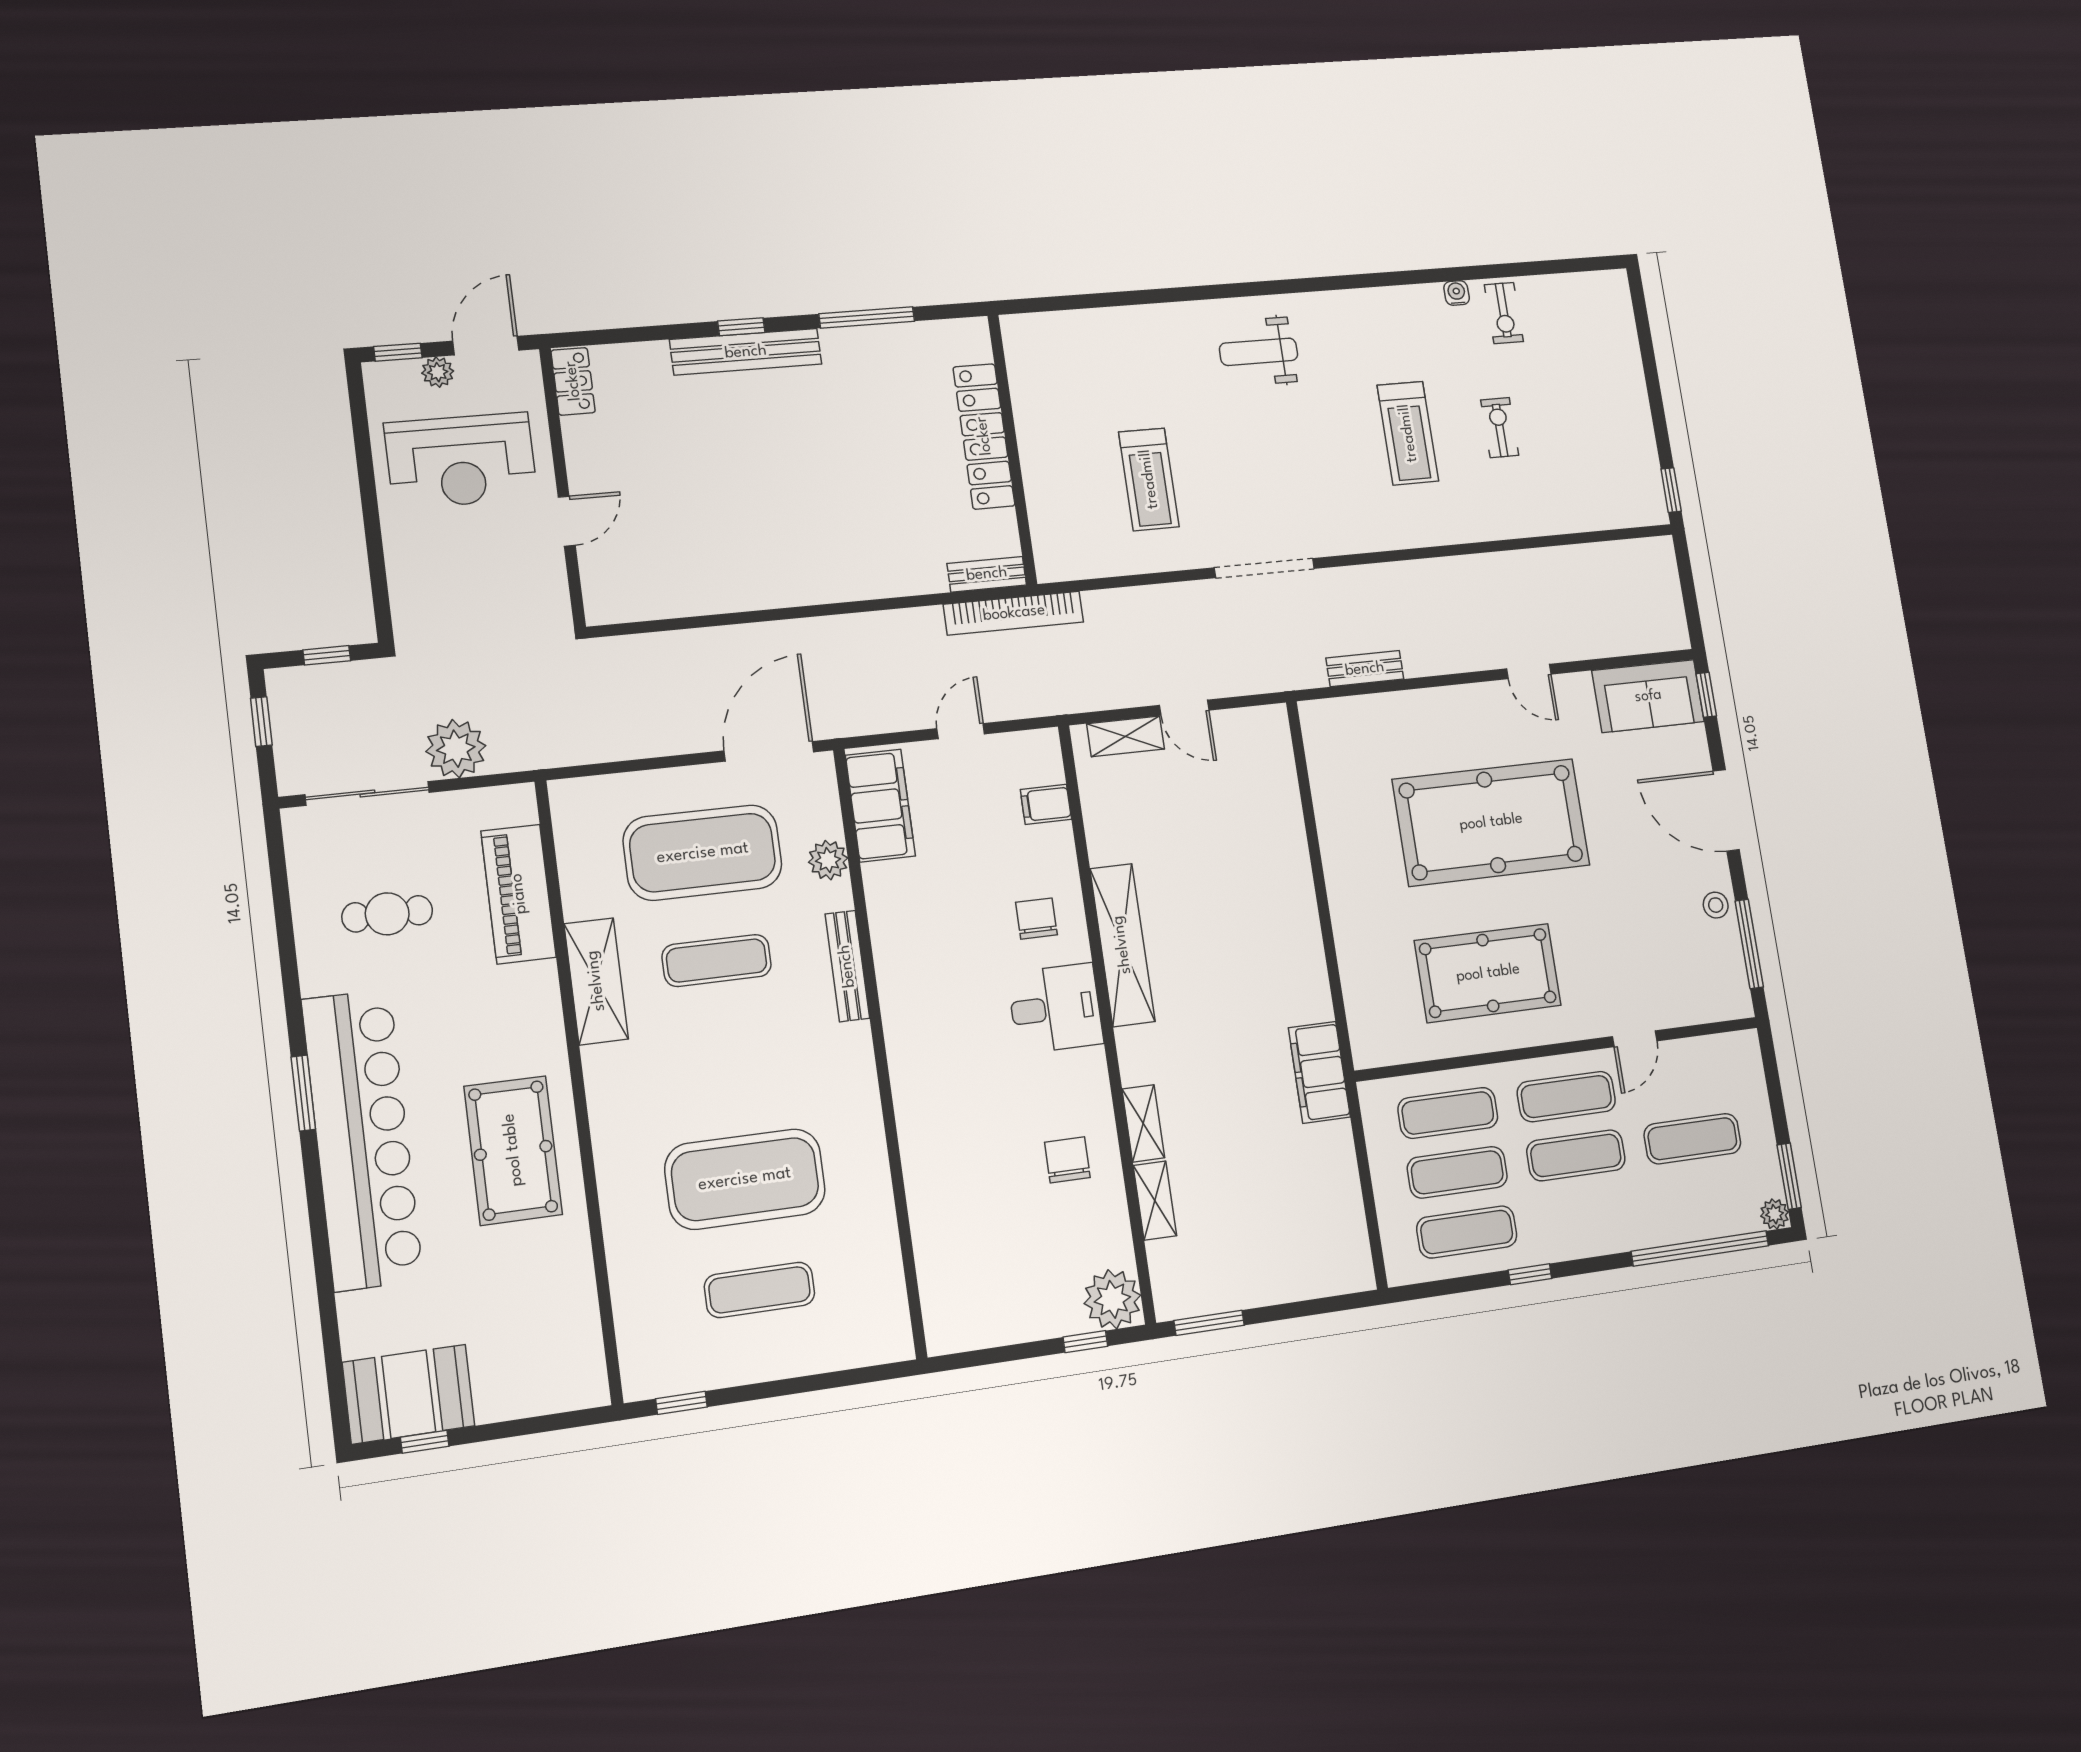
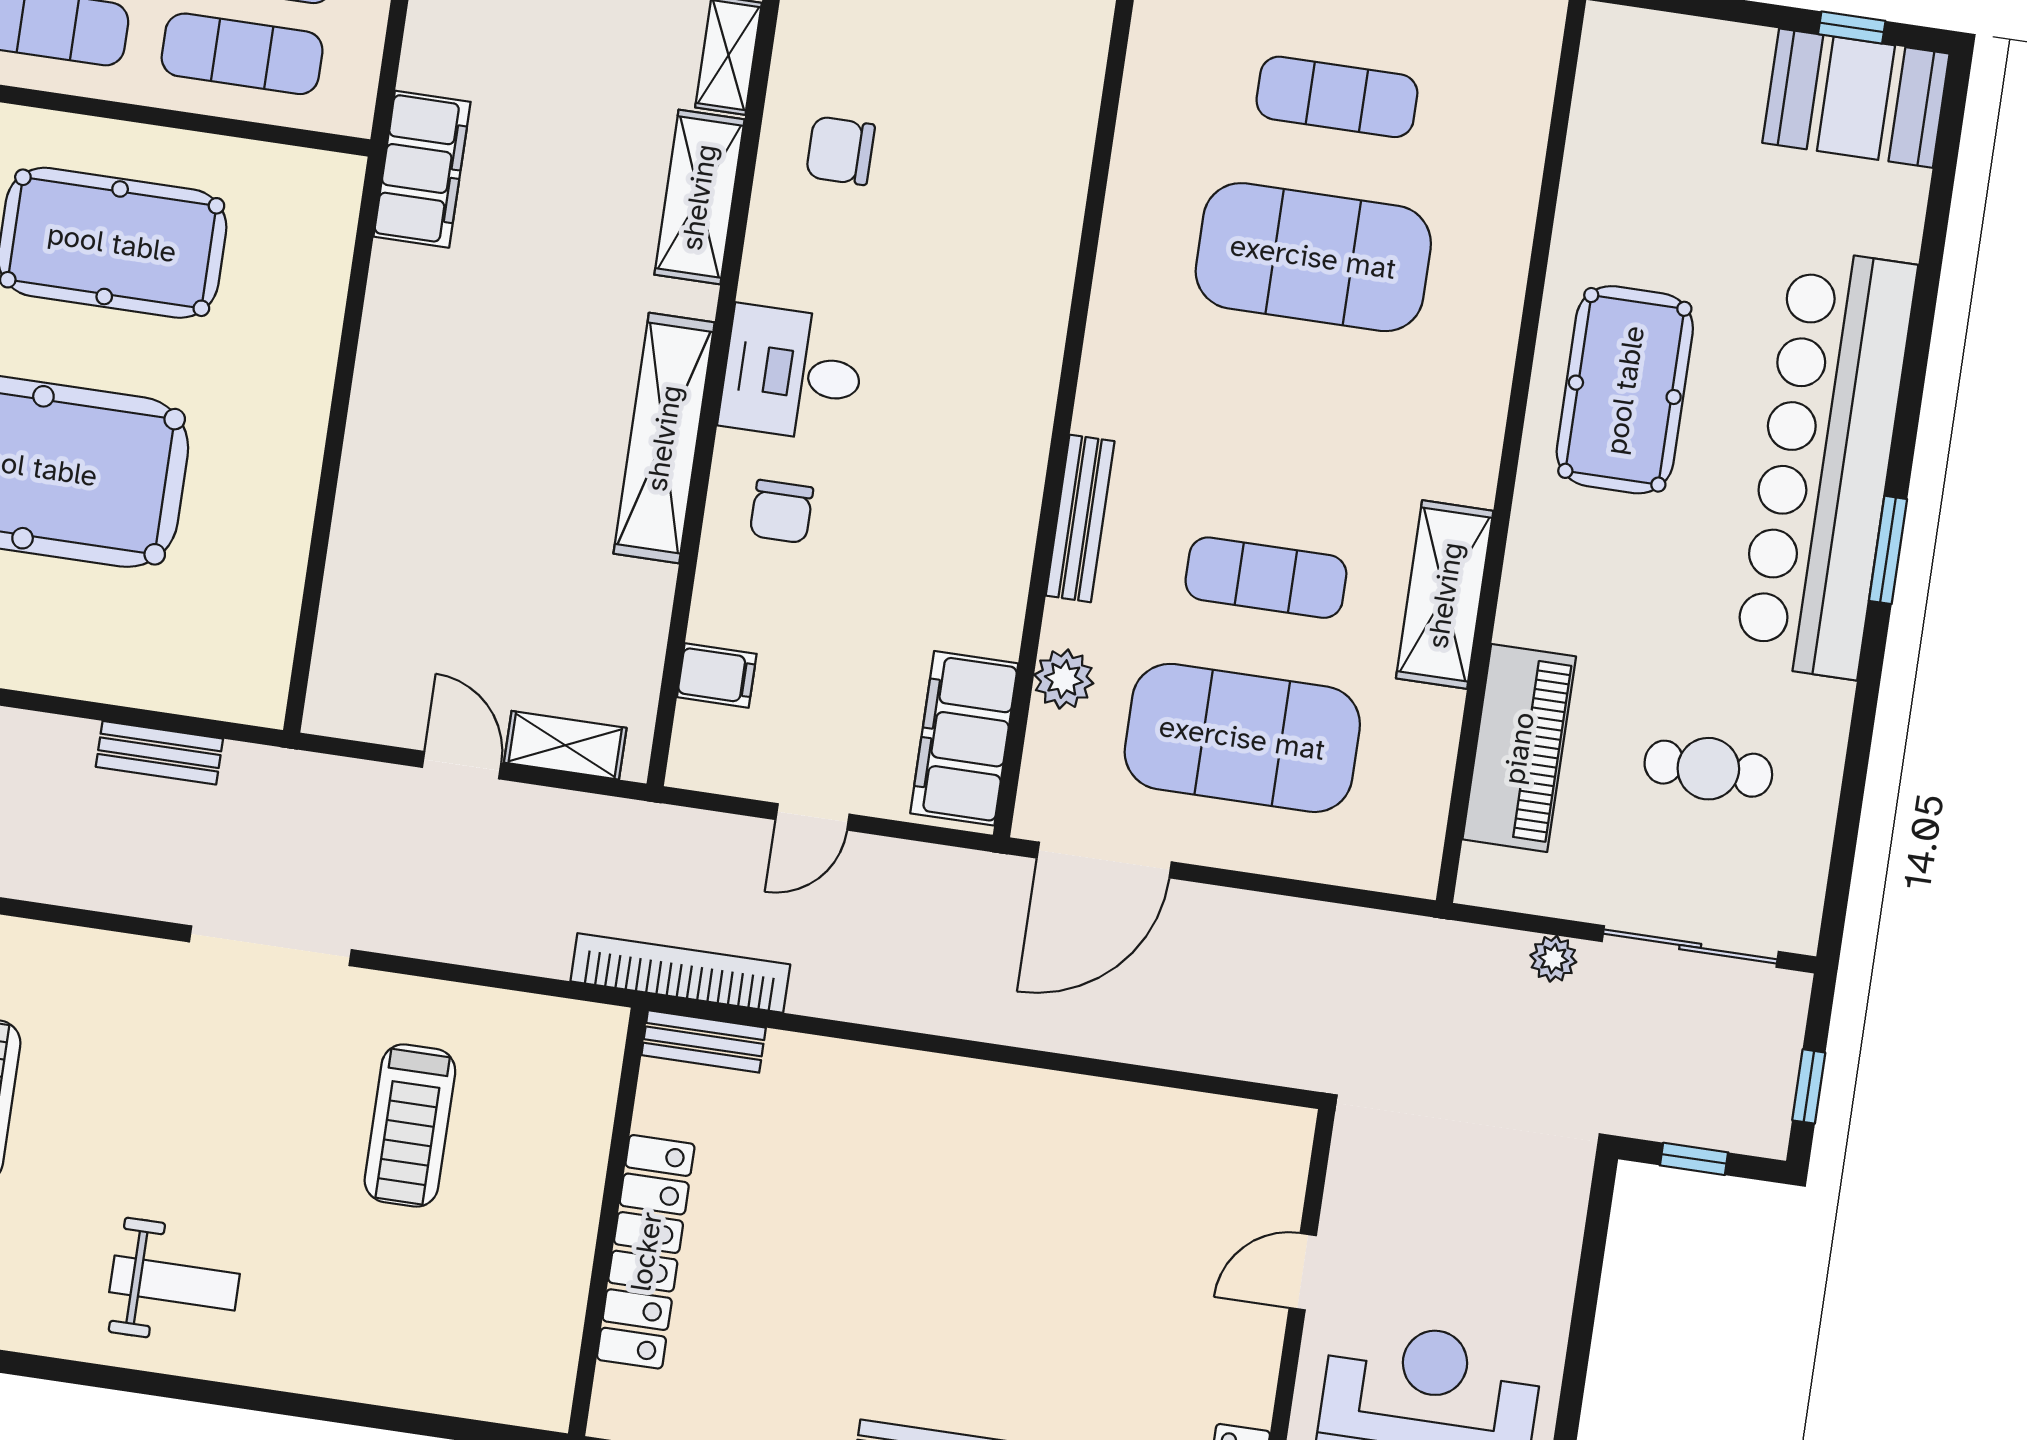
treadmill: (1149, 479) -> (410, 1125), turned 180
plant: (456, 749) -> (1553, 959), width x0.53, depth x0.53
shelving: (1143, 1123) -> (699, 197), width x1.50, depth x1.33
chair: (1067, 1160) -> (840, 151), turned 90

